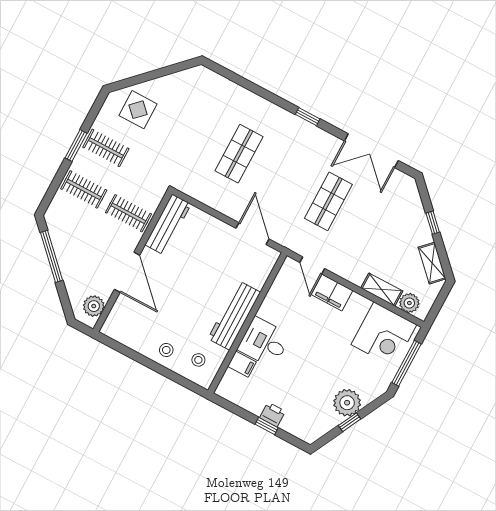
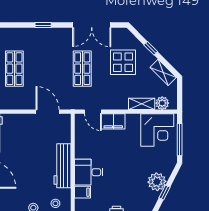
display table: (387, 222) -> (123, 62), added

